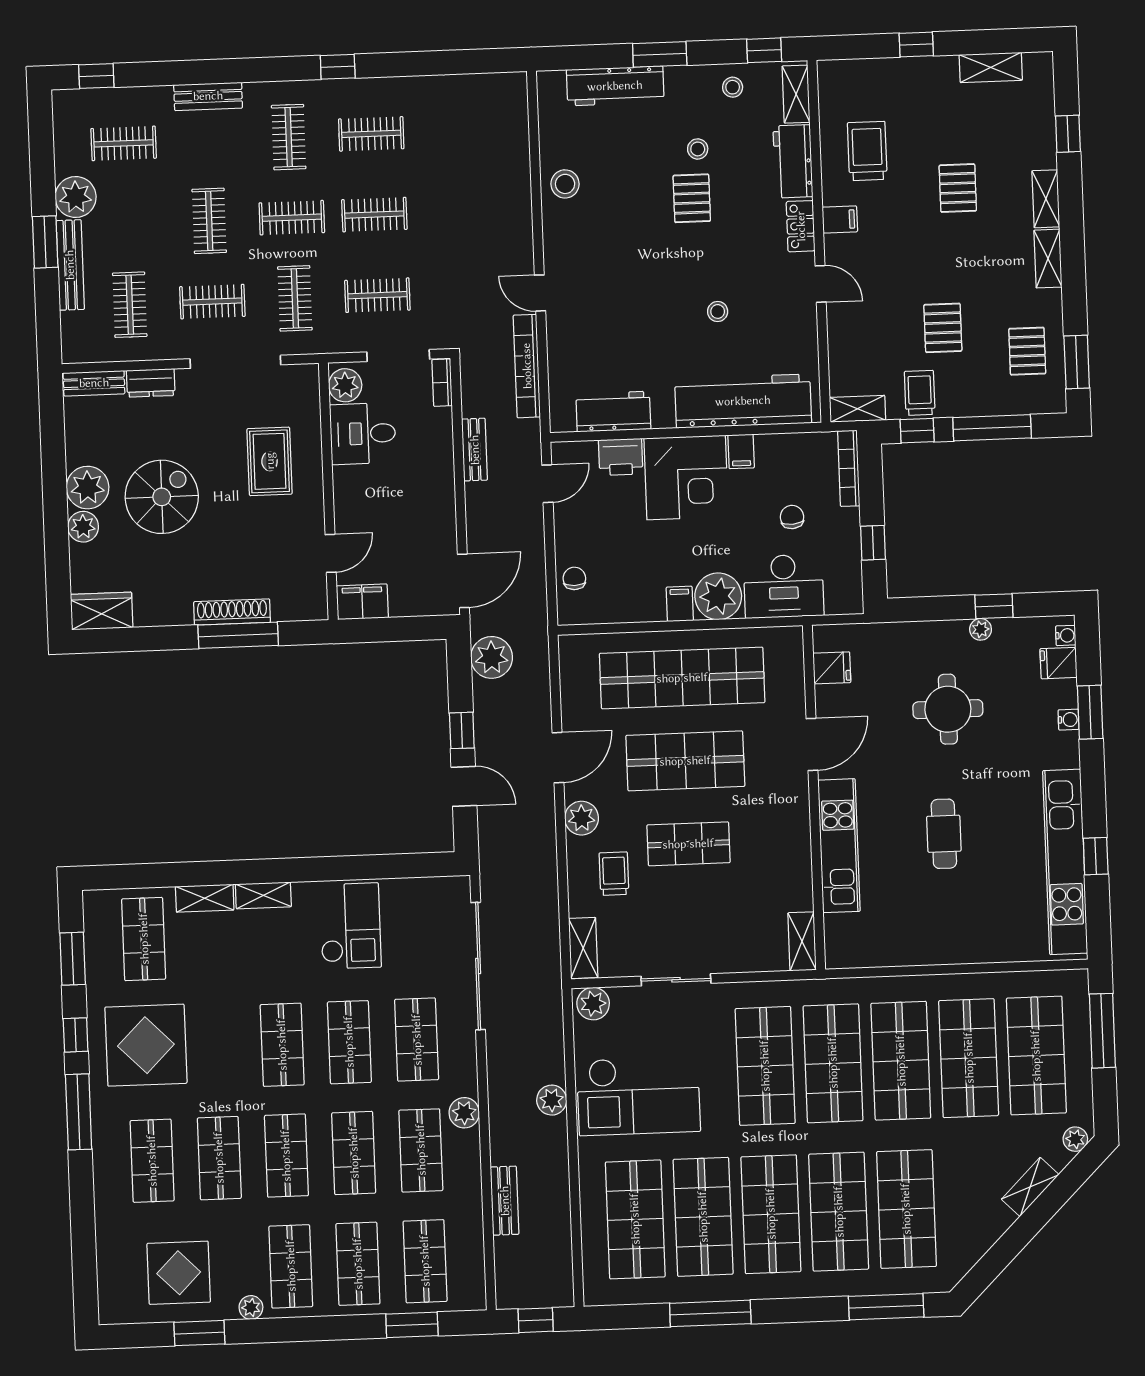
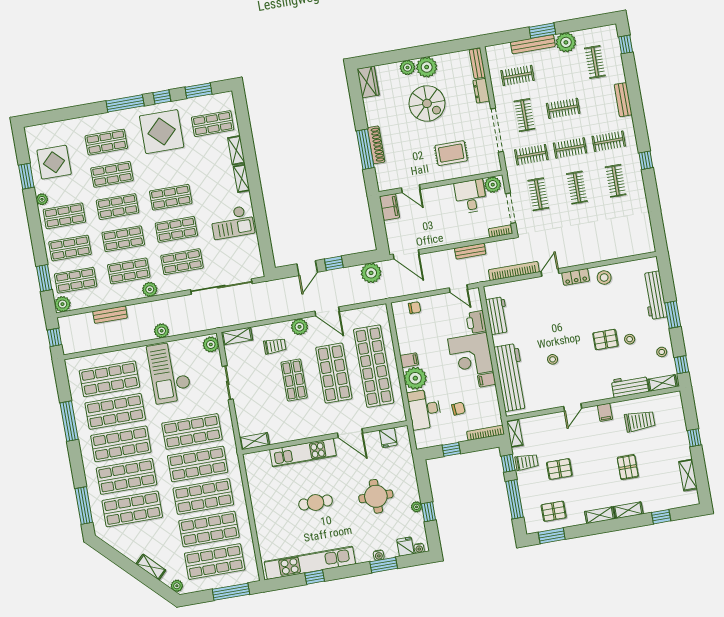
pallet: (958, 188) -> (628, 467), turned 90
clothes rail: (292, 218) -> (570, 148), turned 90
locker: (801, 226) -> (576, 277), moved, turned 180
plant: (470, 1295) -> (62, 304), added

